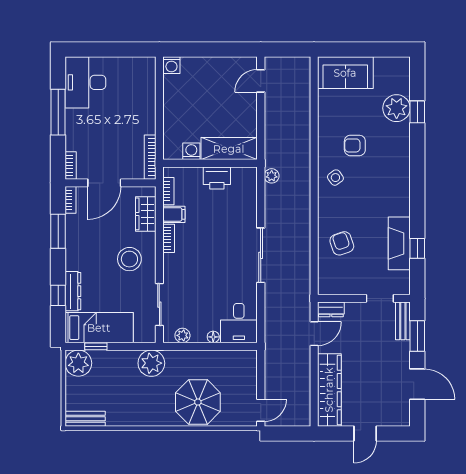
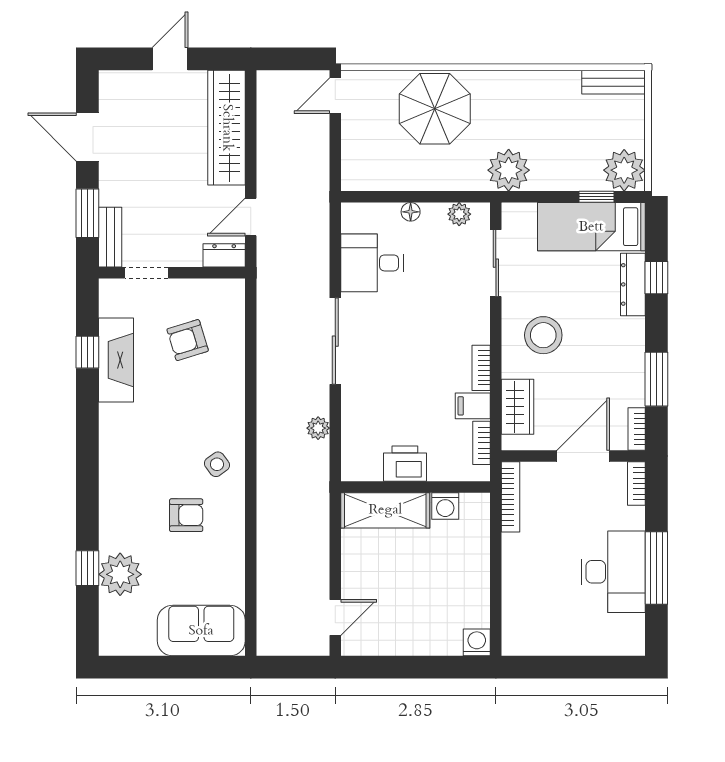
desk: (85, 82) -> (613, 572), moved
plant: (272, 176) -> (318, 428), moved
armchair: (342, 243) -> (188, 340), moved, turned 92
desk: (239, 323) -> (372, 263), moved, turned -90

